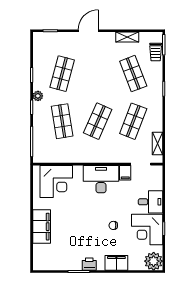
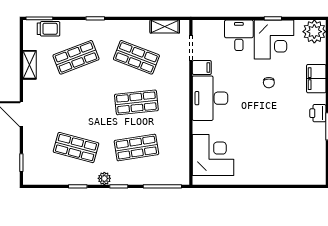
shop shelf: (98, 121) -> (136, 102), turned -30
filing cabinet: (42, 227) -> (270, 174), removed

